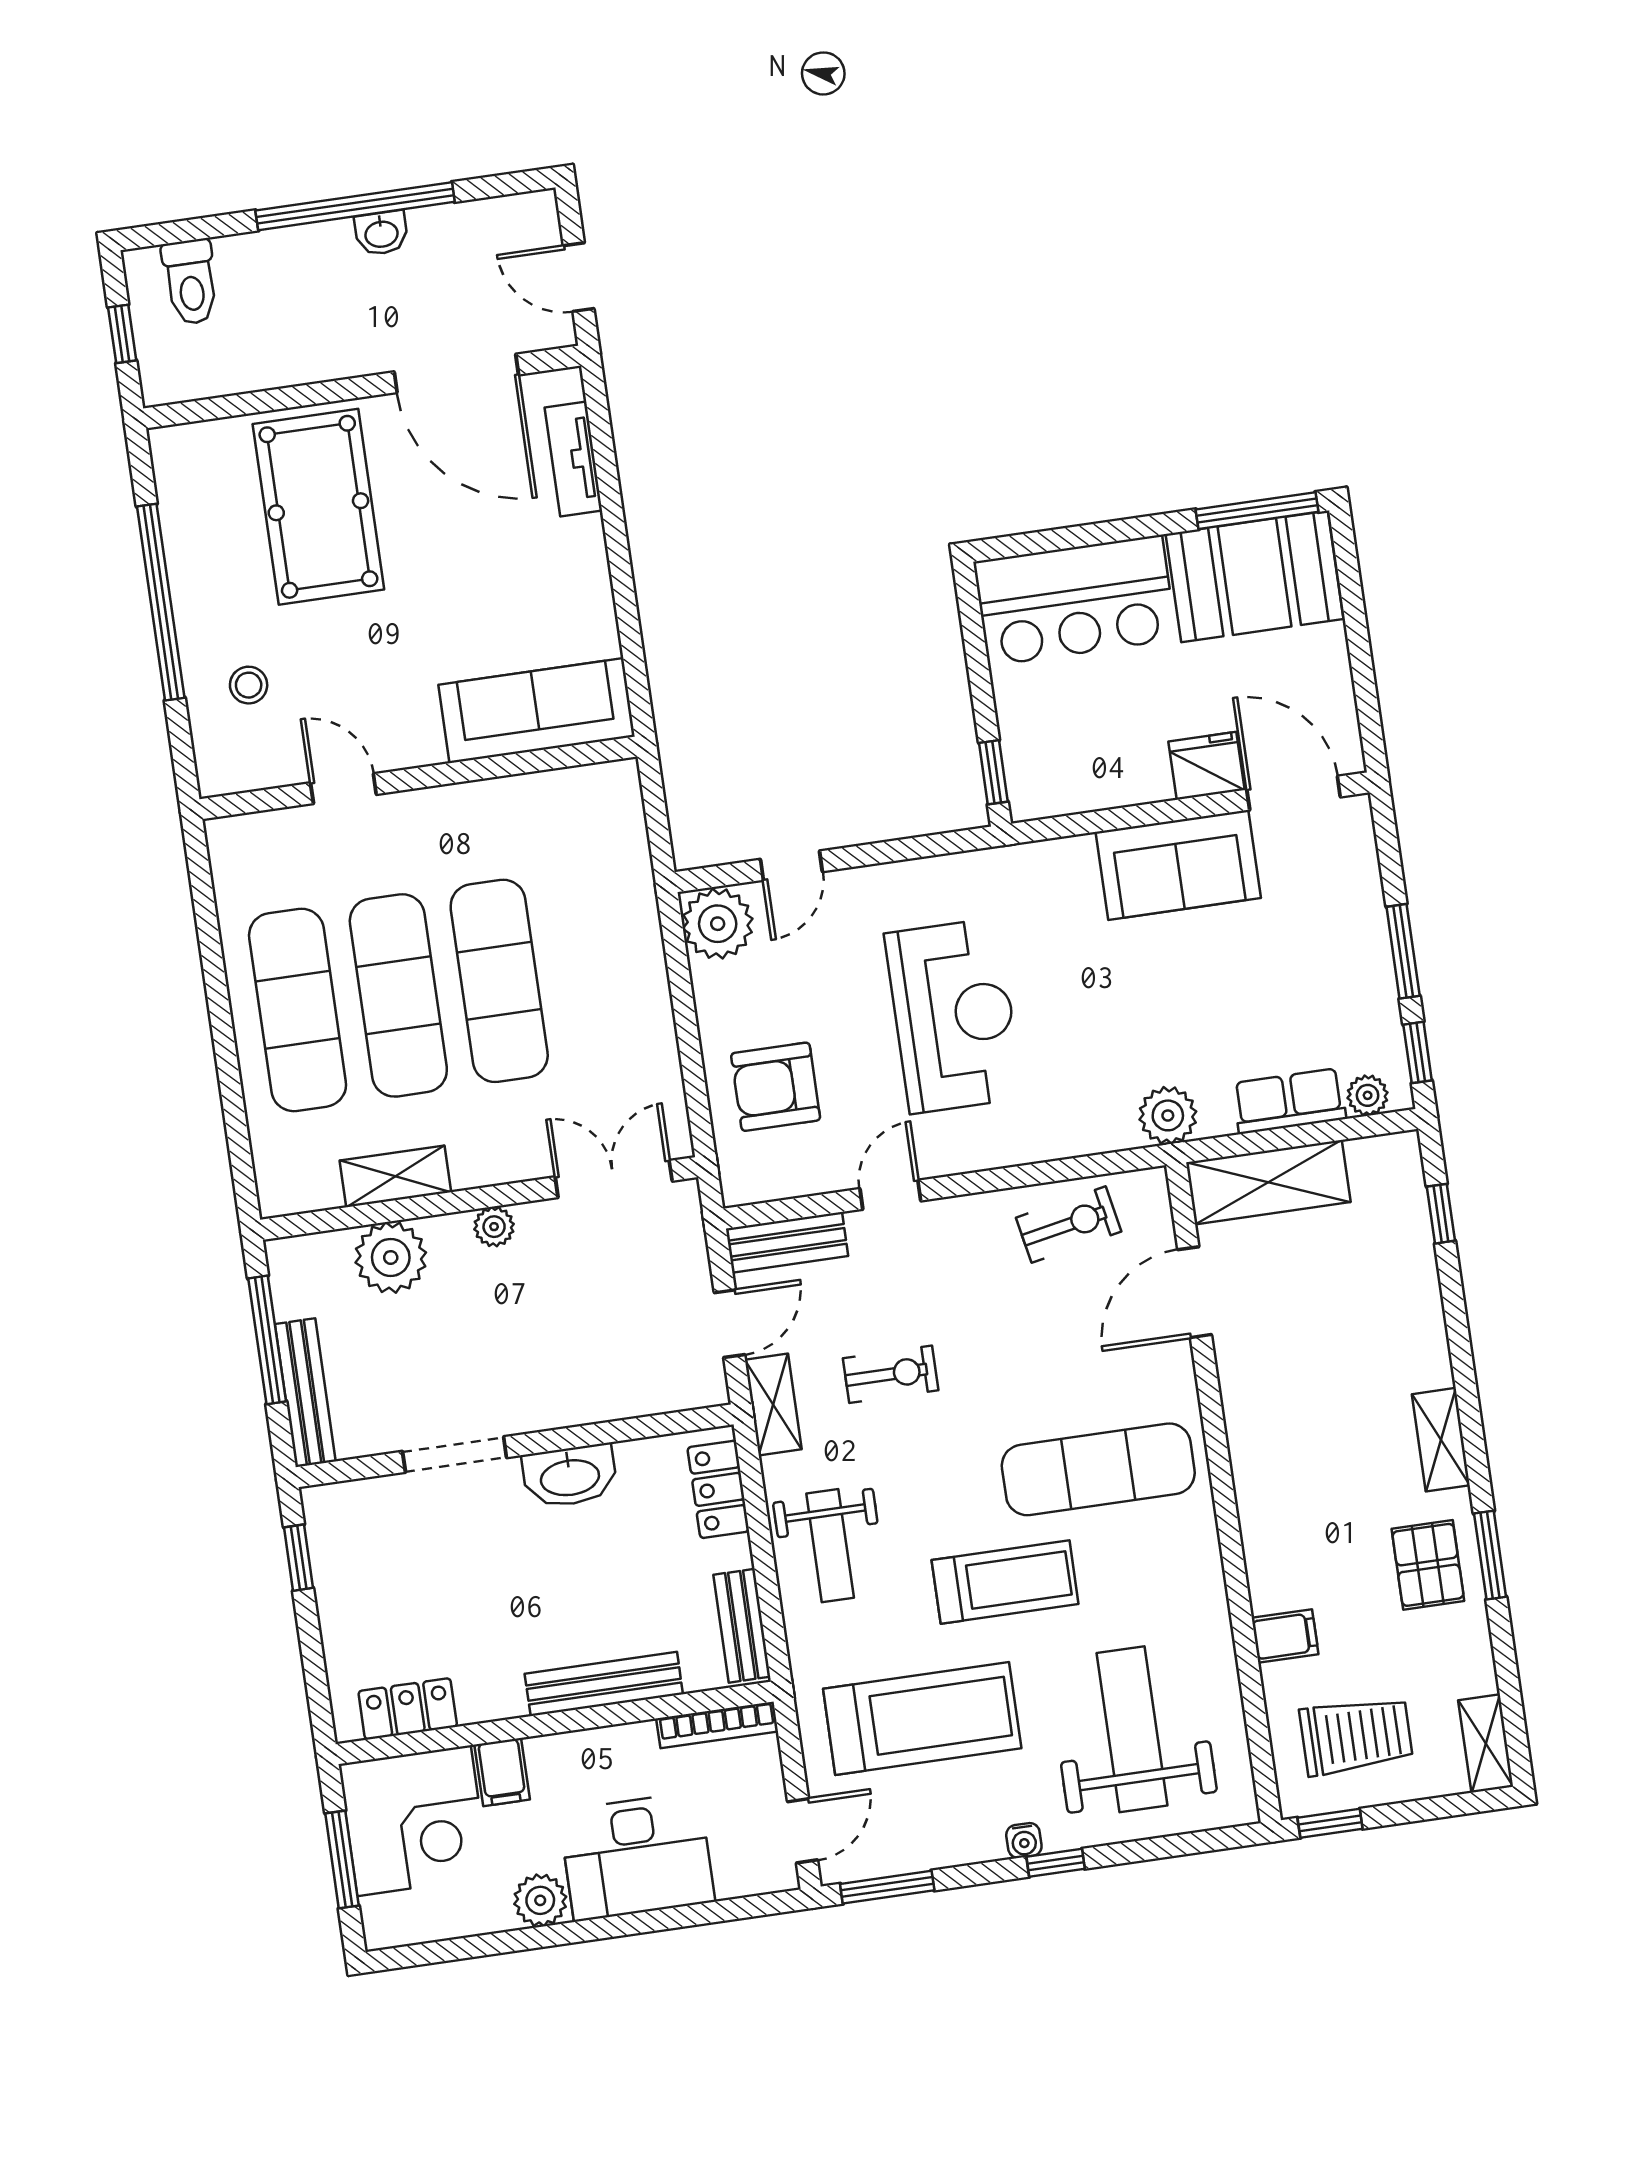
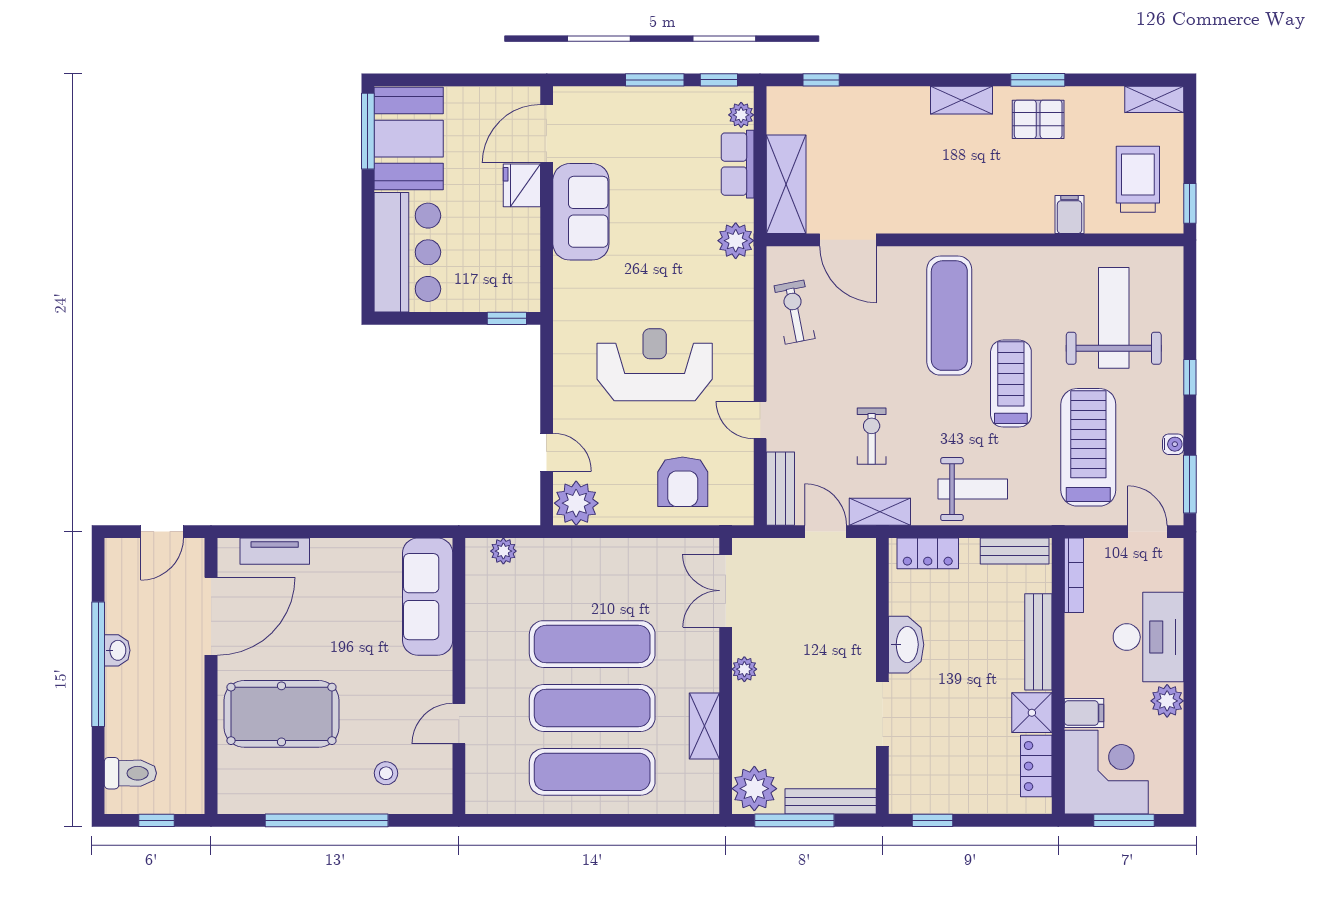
plant: (626, 820) -> (503, 551), added
plant: (391, 1257) -> (754, 789), moved
shower: (491, 1690) -> (1032, 713), added
weight bench: (1132, 1729) -> (1114, 318), turned 90
water cooler: (1024, 1840) -> (1173, 444), moved

